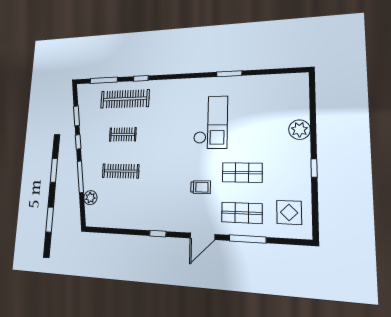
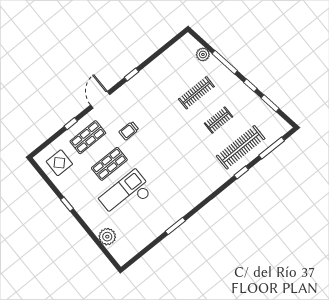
checkout: (211, 122) -> (126, 195), moved, turned 90
plant: (299, 130) -> (107, 237), moved
window: (247, 239) -> (71, 124), width x0.46

